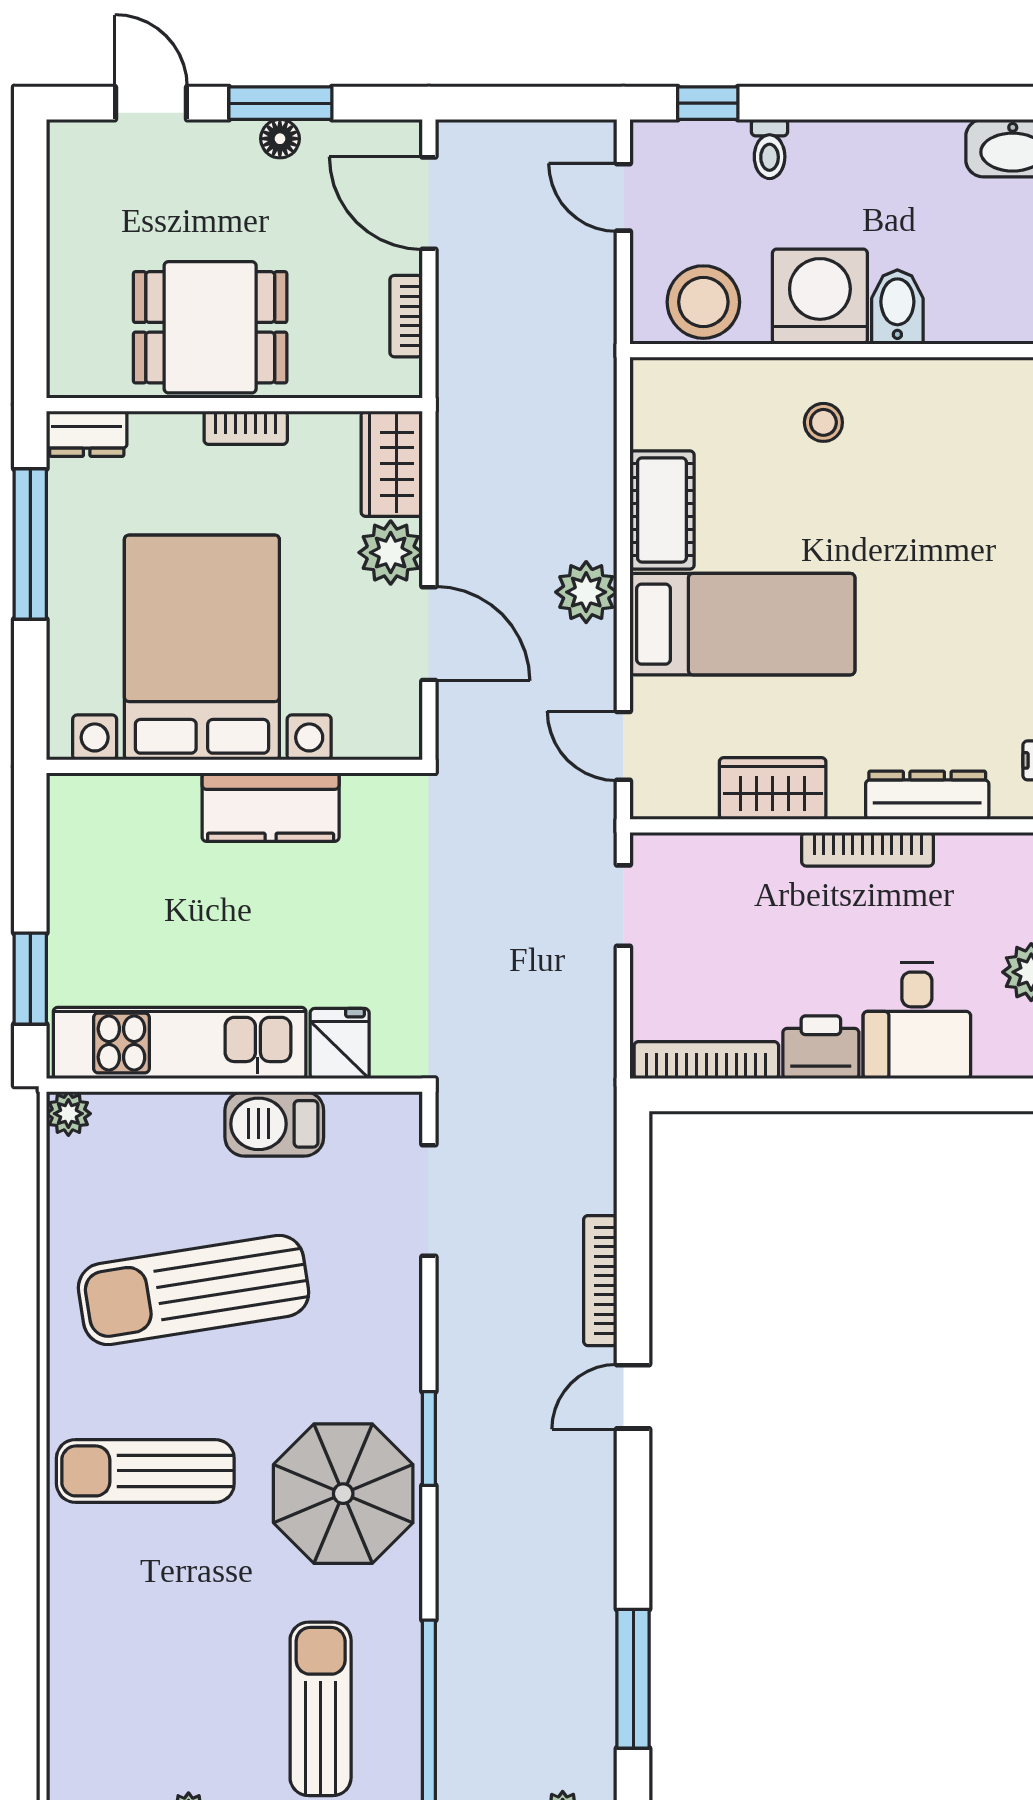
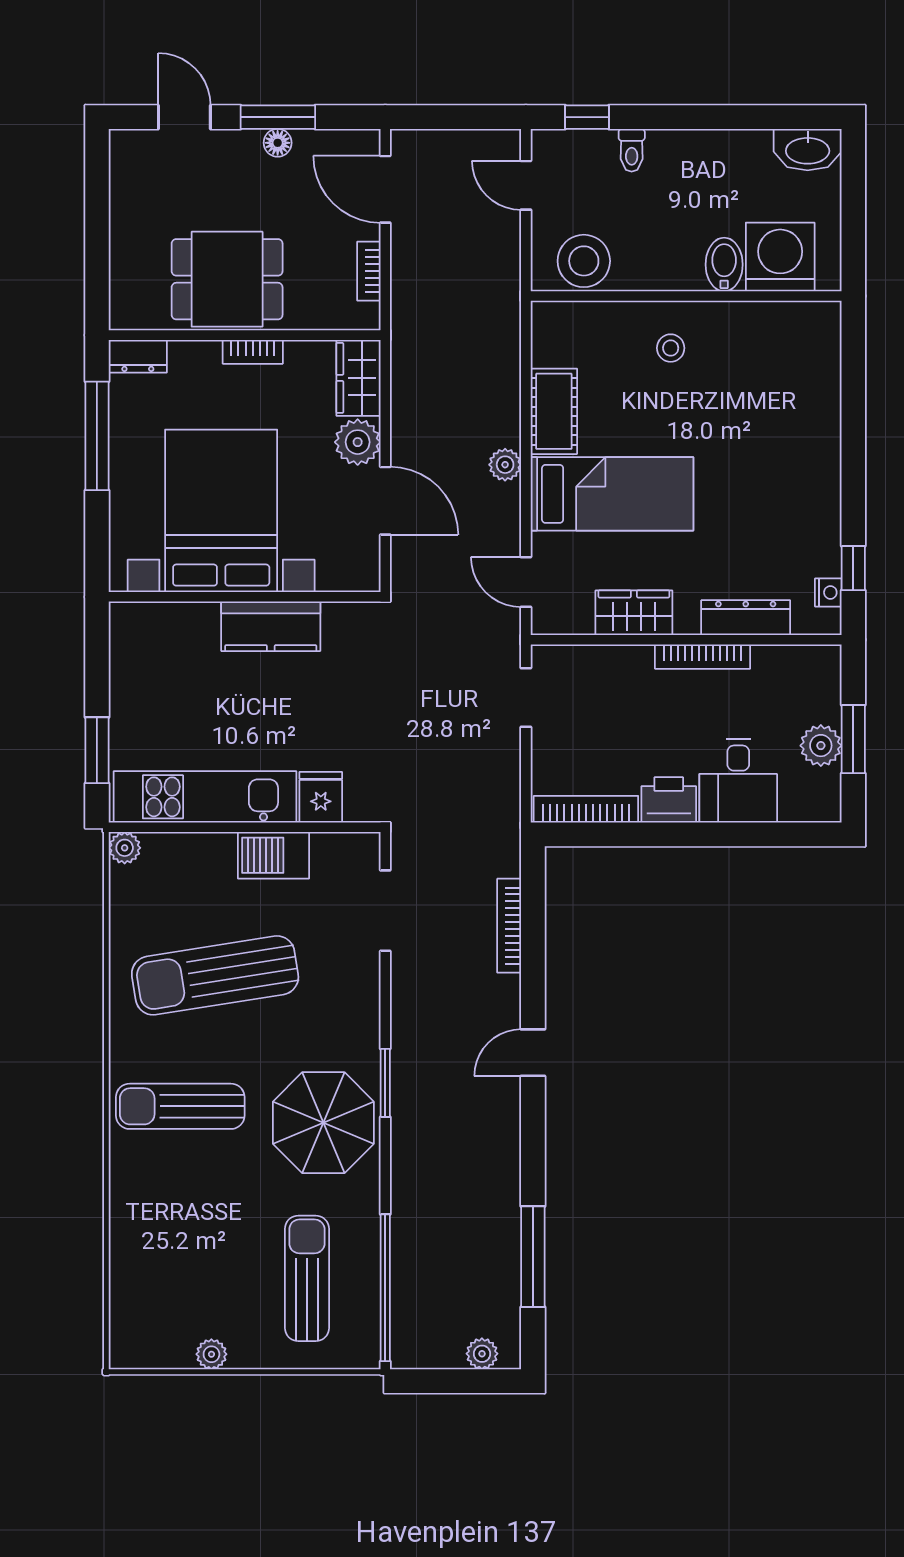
washing machine: (820, 297) -> (780, 257), moved
plant: (586, 592) -> (505, 465), width x0.73, depth x0.73
bookcase: (600, 1281) -> (509, 926), moved

